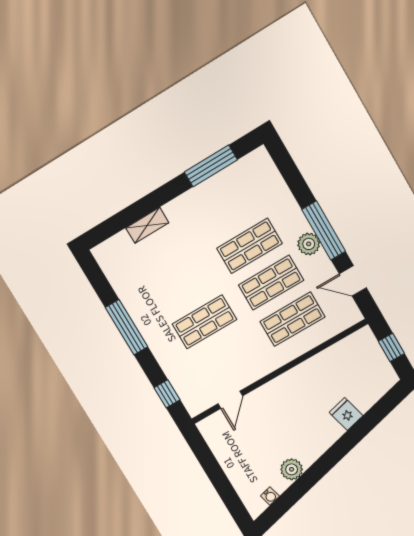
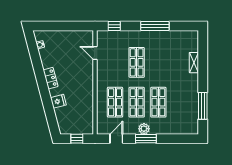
window: (324, 230) -> (146, 139), width x0.69
locker: (315, 448) -> (51, 78), added
plant: (292, 469) -> (47, 62), removed

